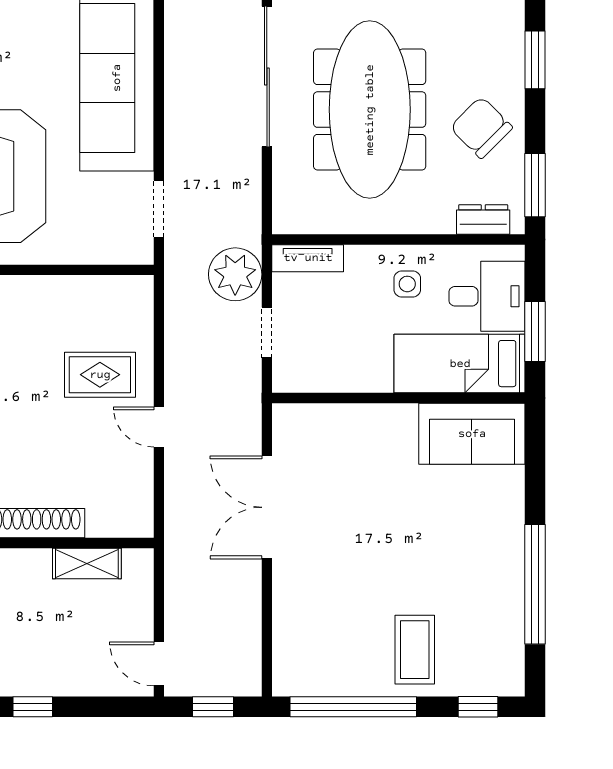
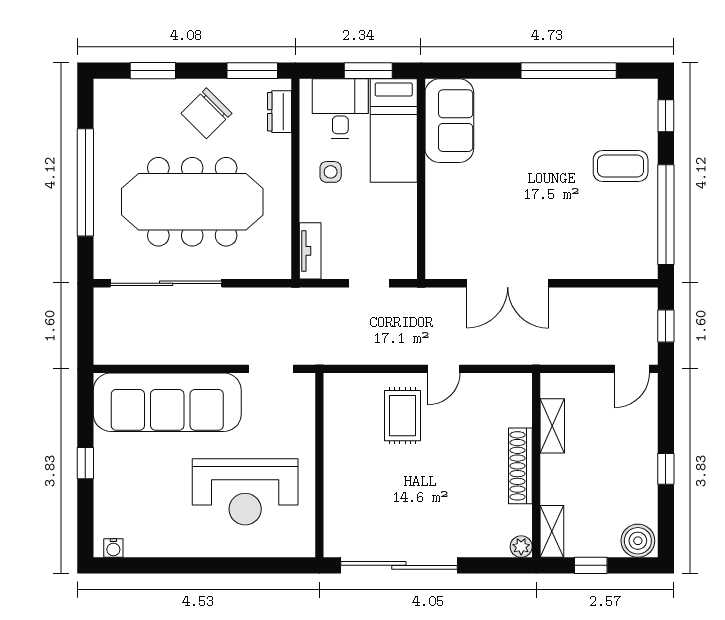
plant: (235, 274) -> (323, 308), removed

